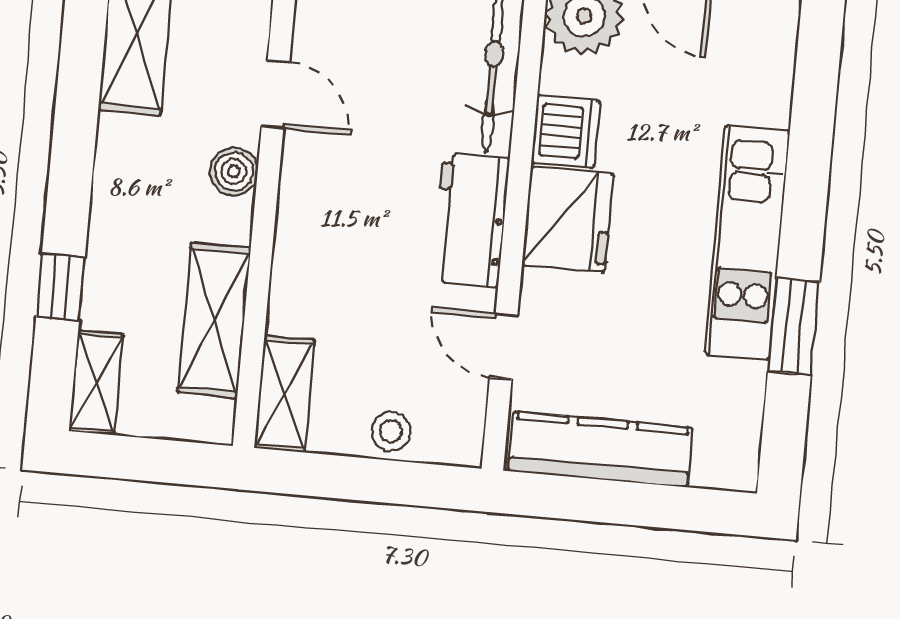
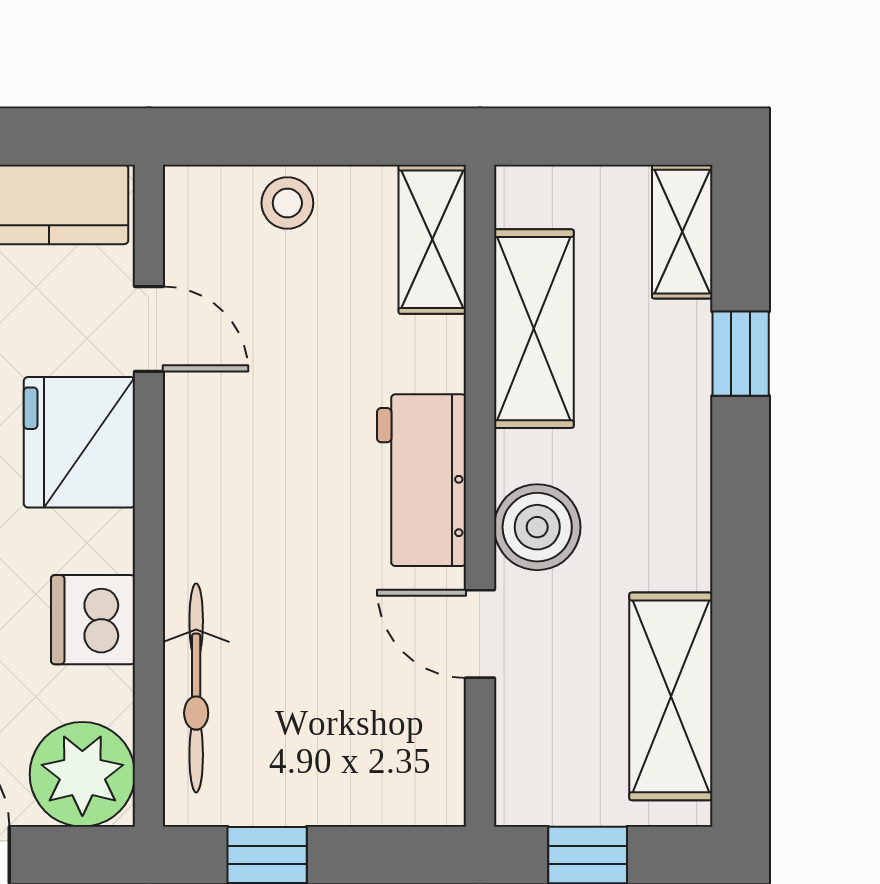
boiler: (234, 171) -> (537, 527), width x1.36, depth x1.36
workbench: (471, 220) -> (421, 480), moved, turned 180
fridge: (568, 220) -> (79, 442), moved

